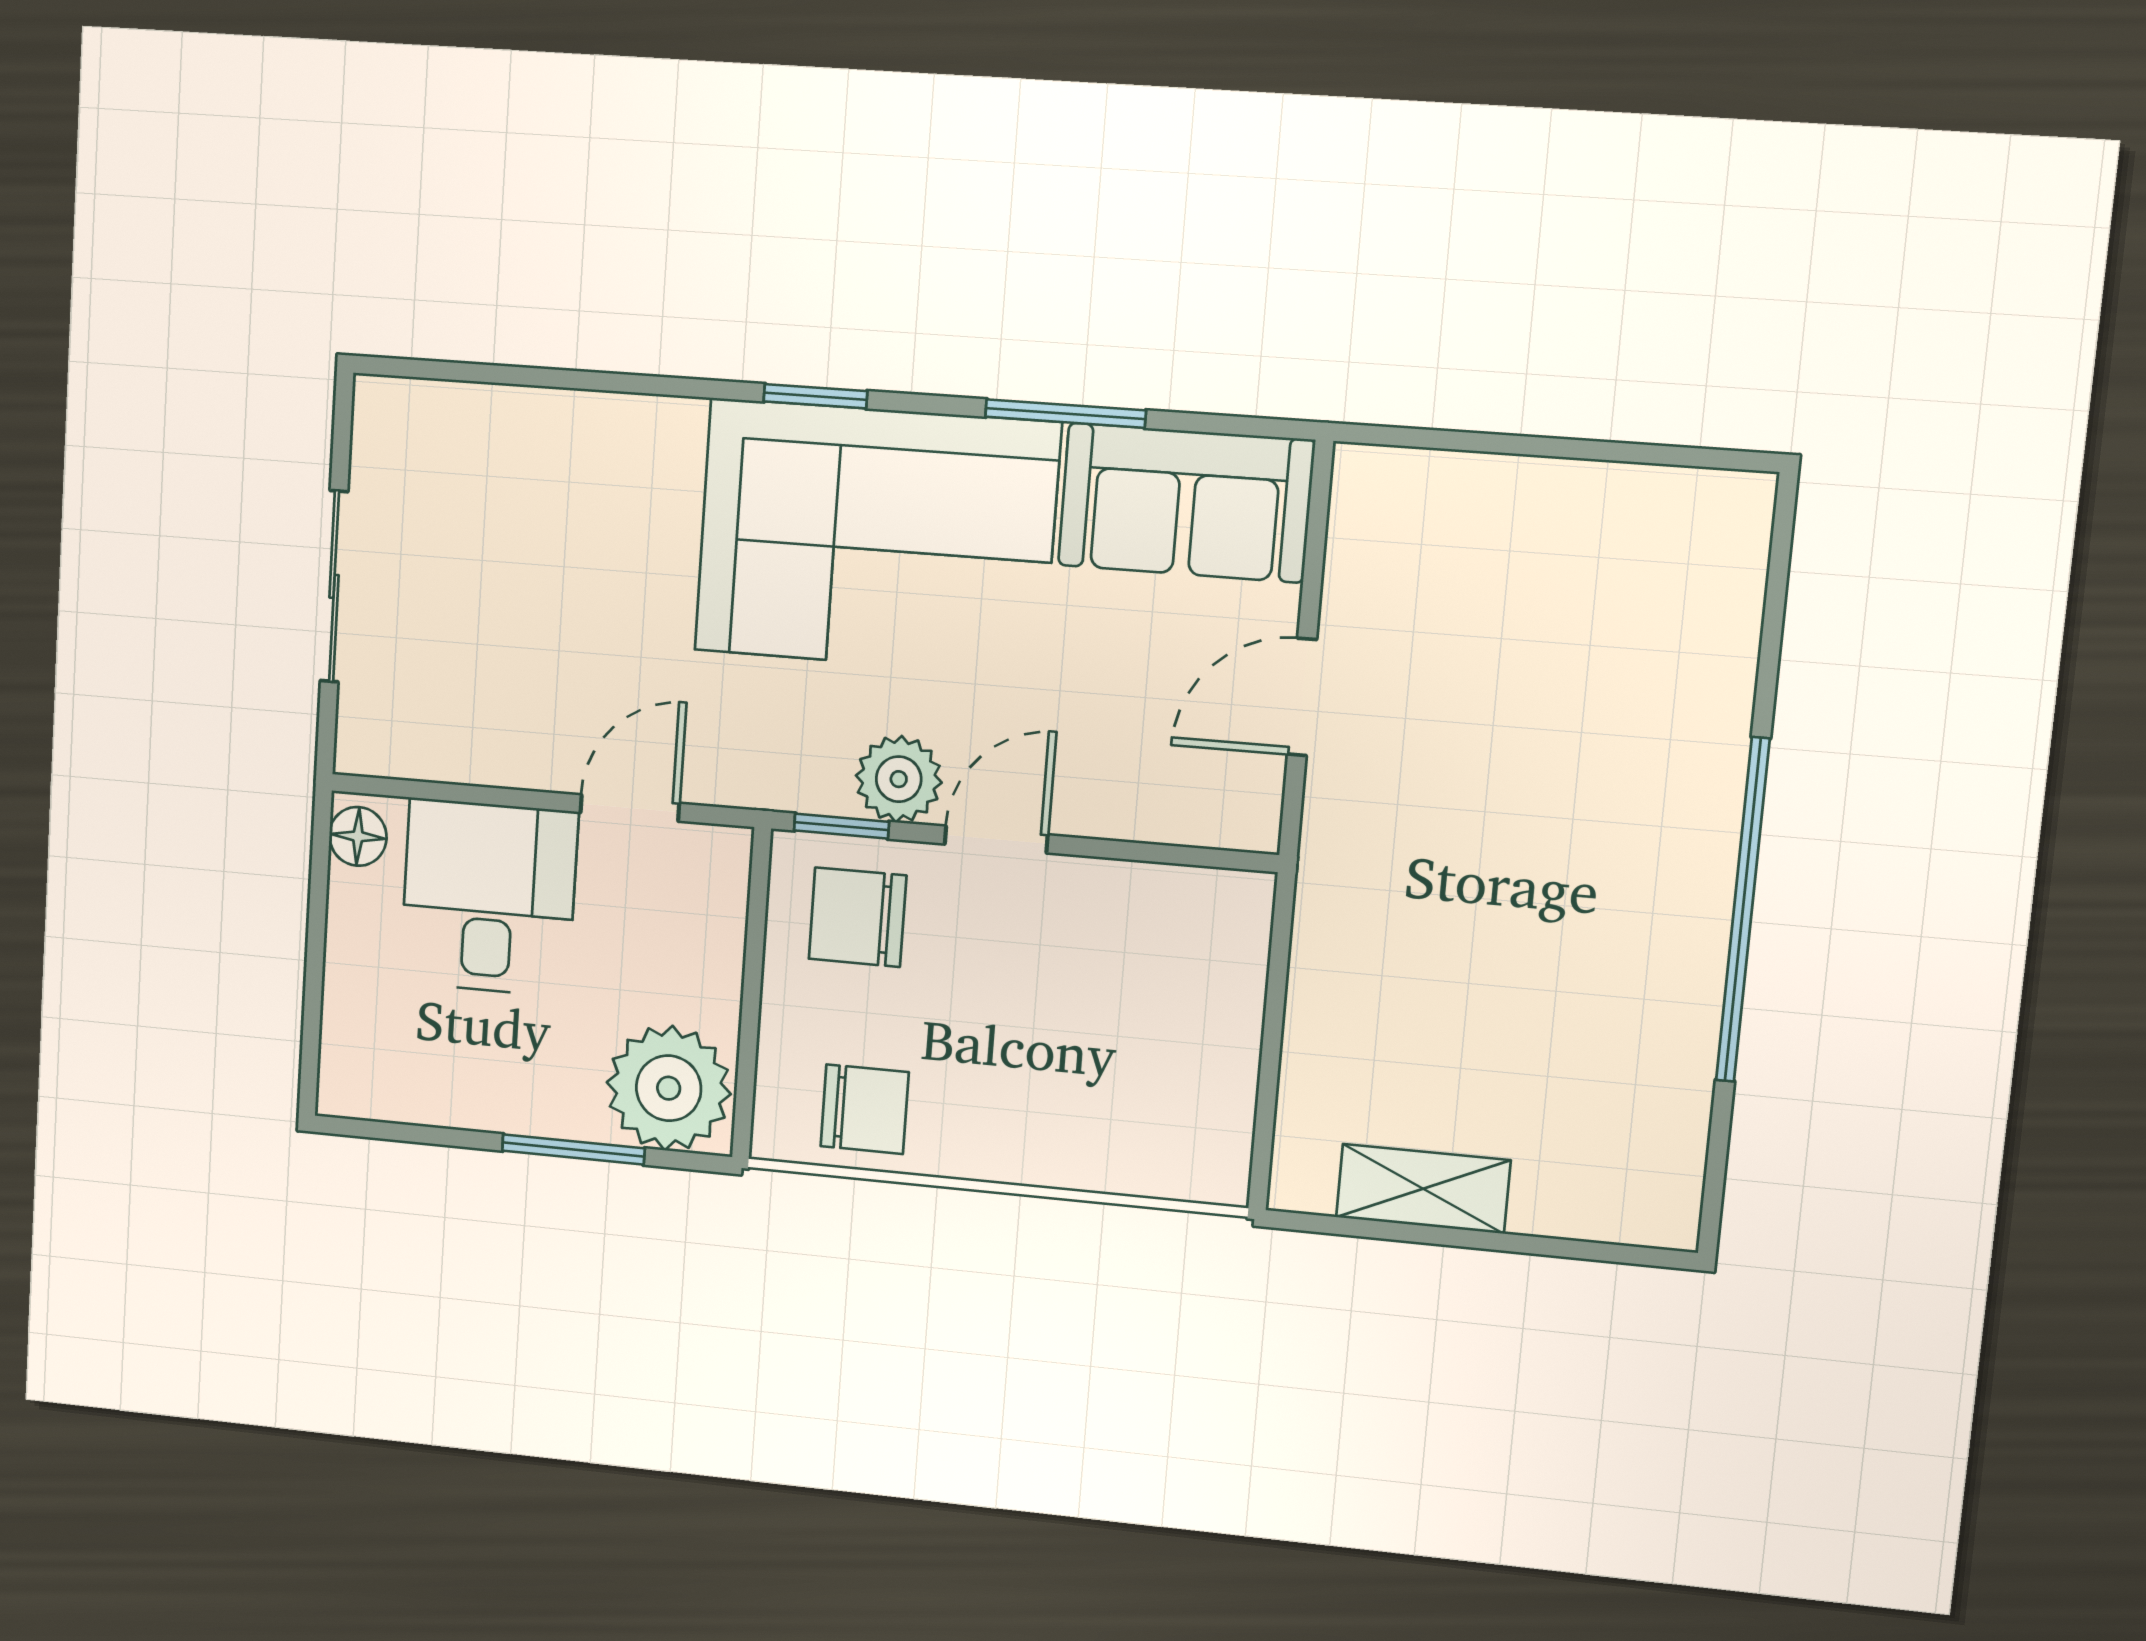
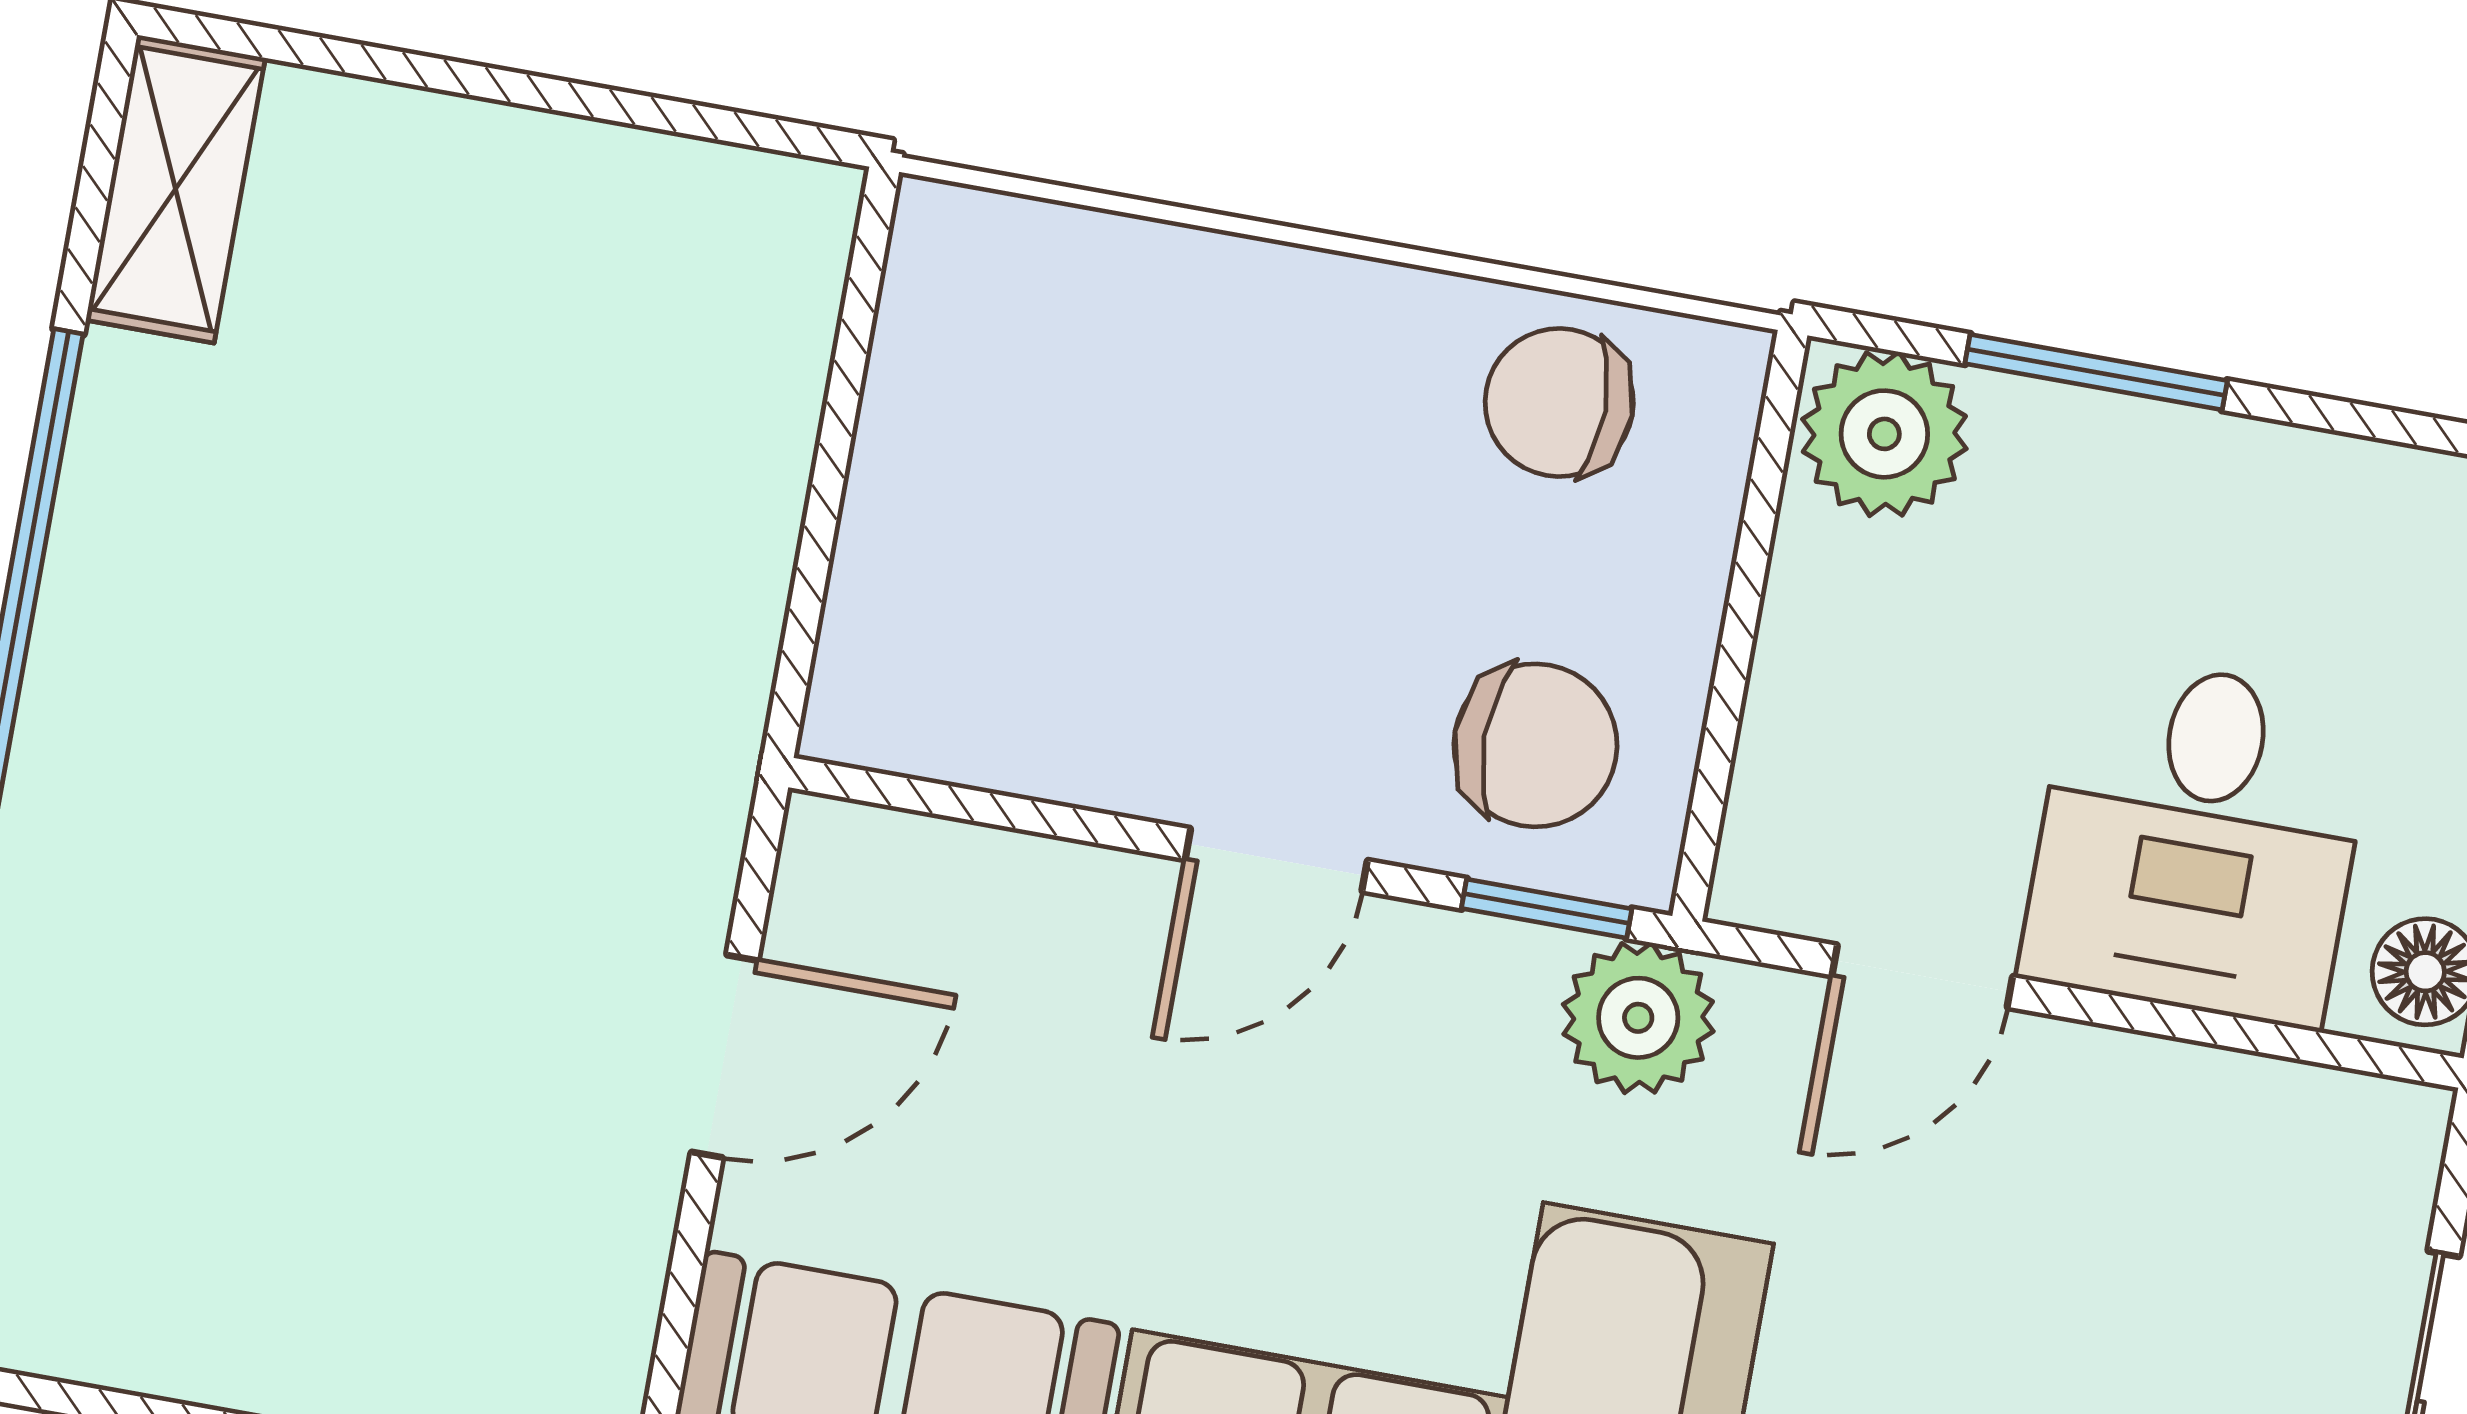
plant: (899, 779) -> (1638, 1018), moved
plant: (669, 1088) -> (1884, 434), width x0.73, depth x0.73
shelving: (1423, 1189) -> (176, 189), moved, turned 90

